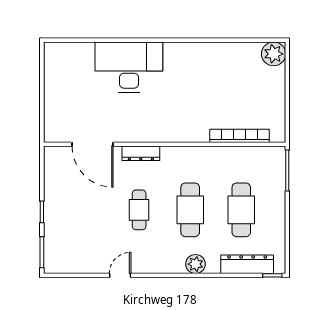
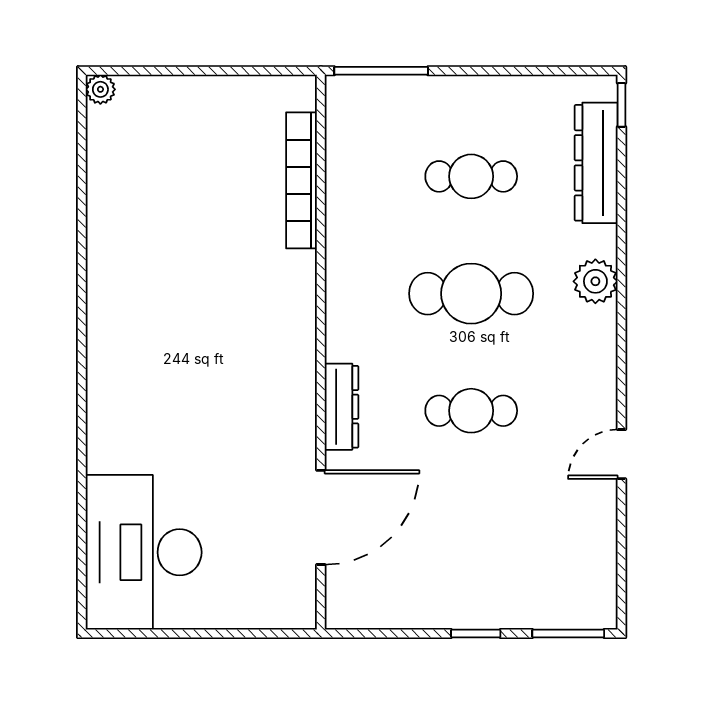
plant: (274, 54) -> (100, 89), width x0.53, depth x0.53
desk: (129, 67) -> (144, 552), moved
cafe table: (241, 210) -> (471, 176), width x0.73, depth x0.74
door: (120, 275) -> (621, 454), hinge flipped

